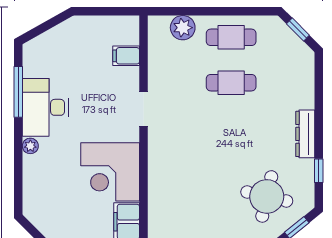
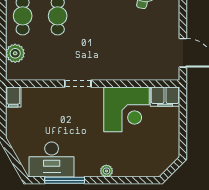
filing cabinet: (126, 56) -> (13, 97), moved
desk: (45, 107) -> (52, 159), moved

